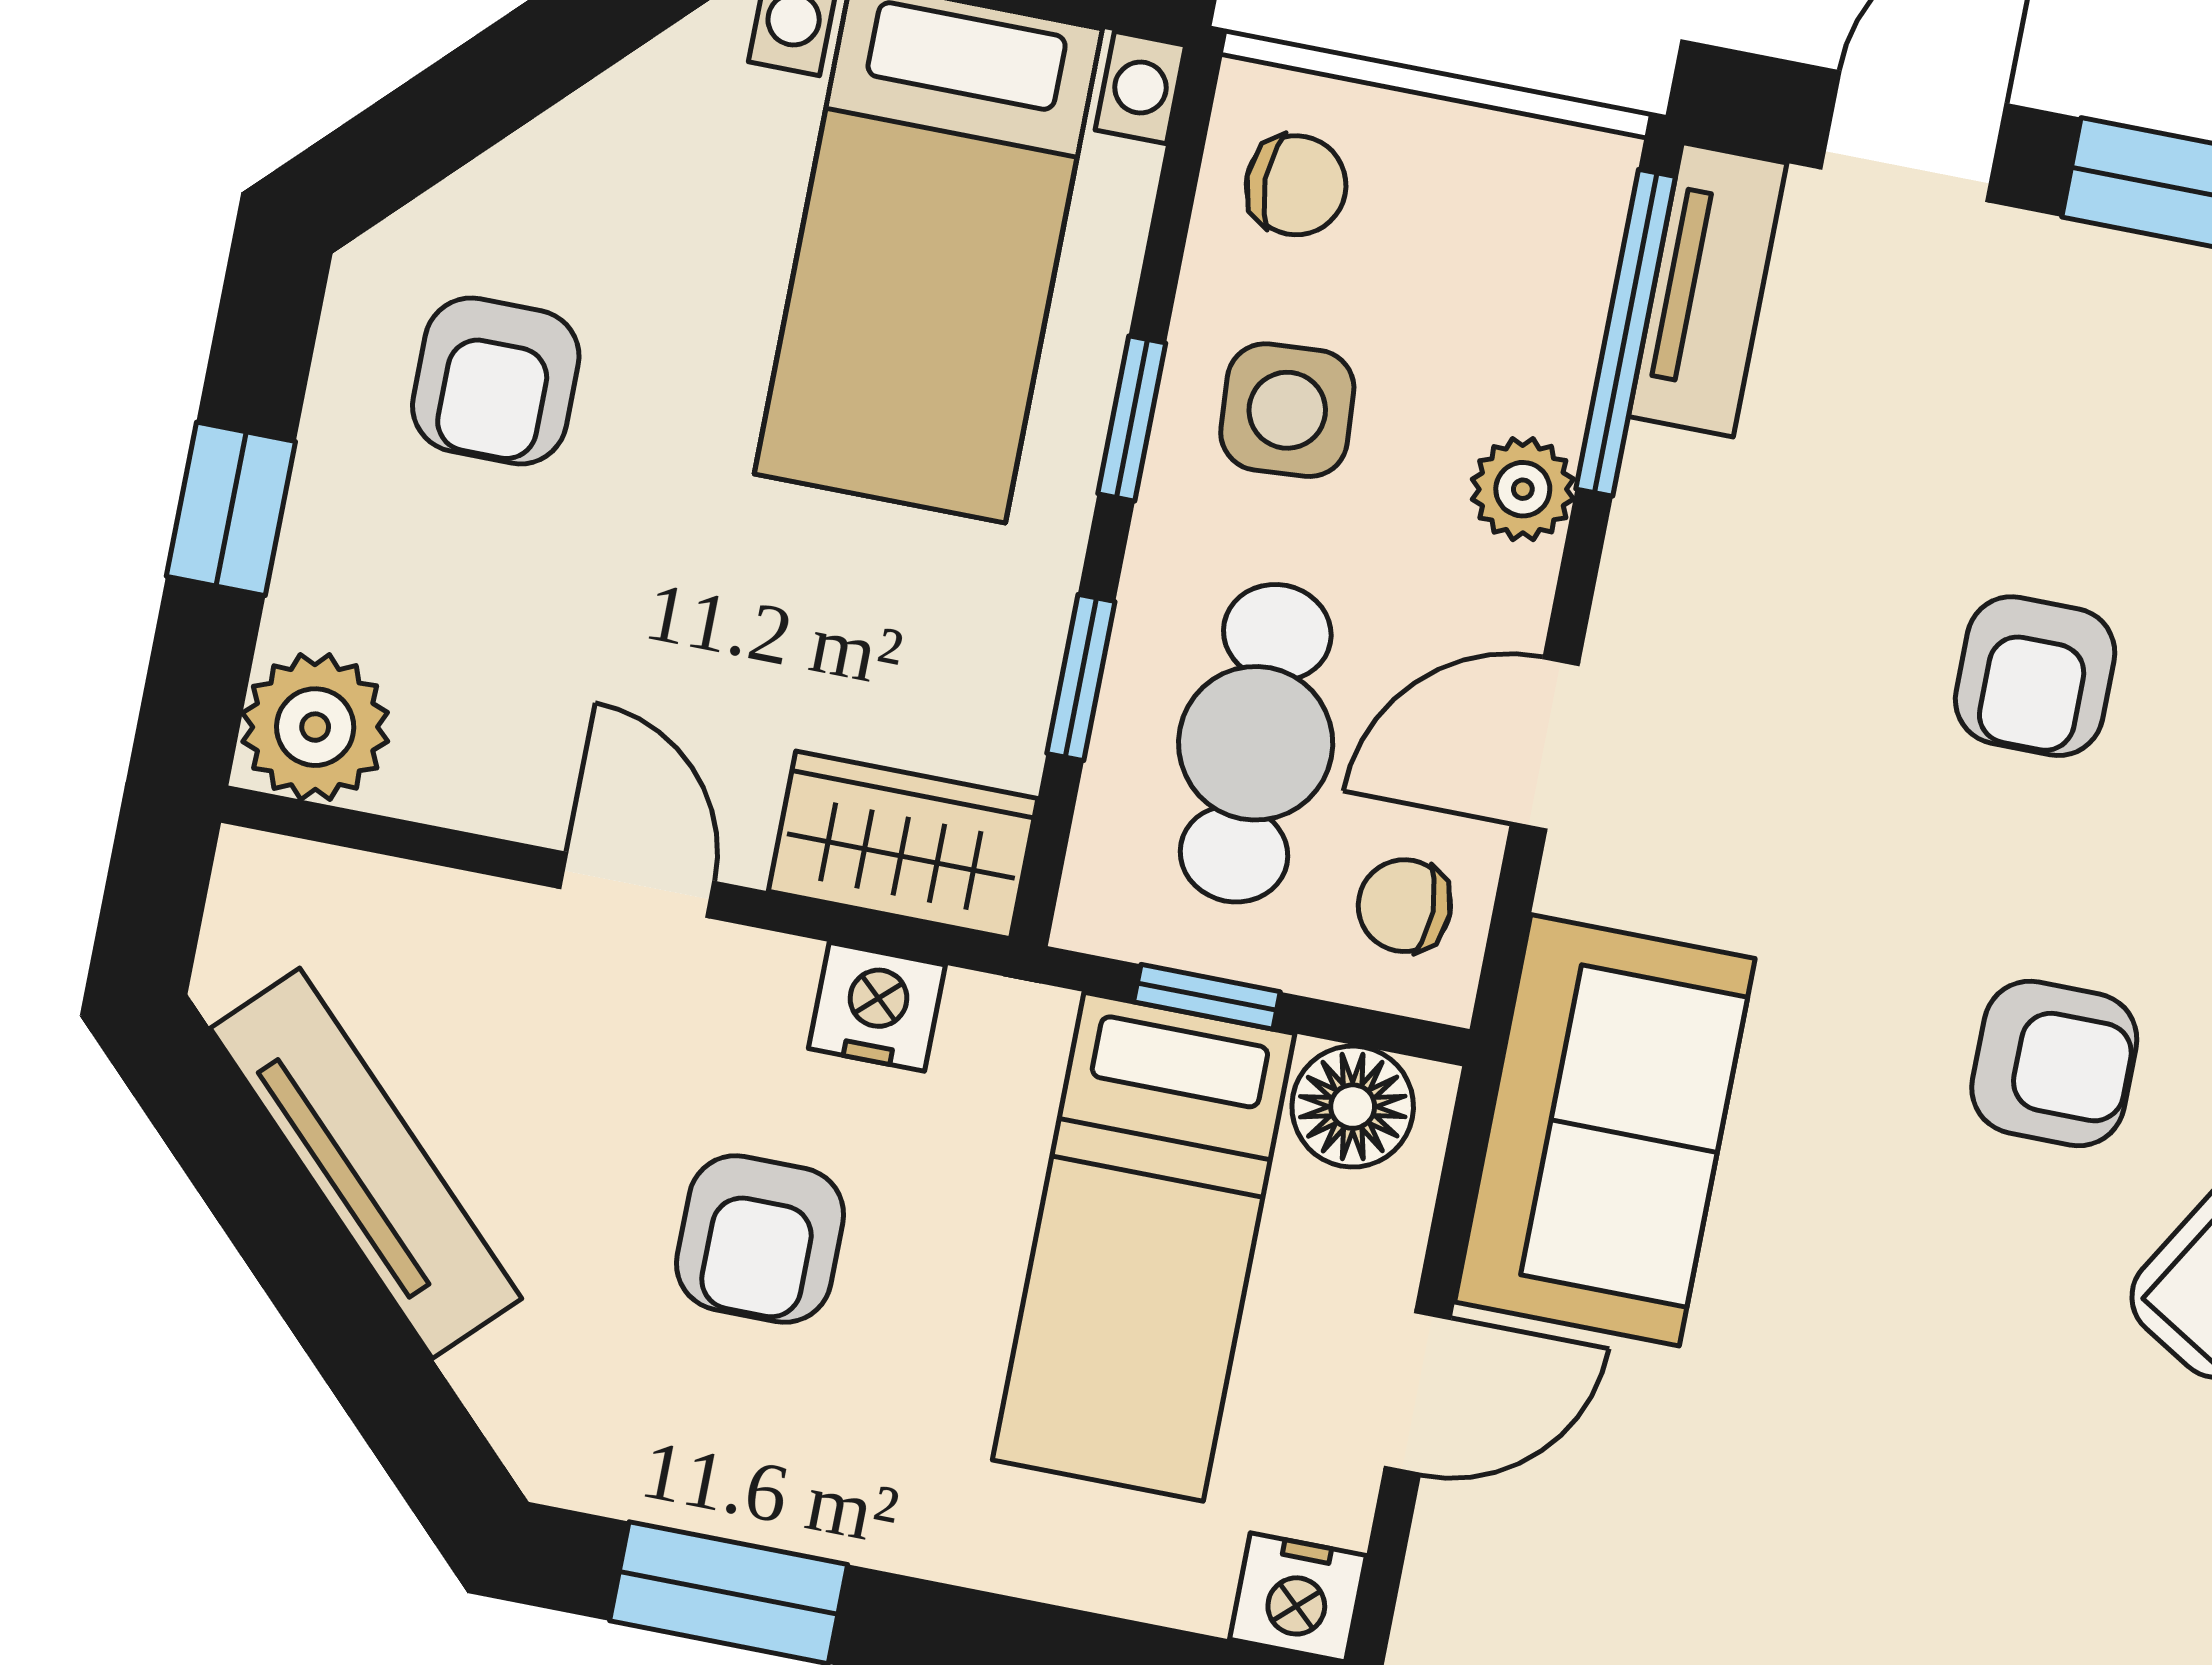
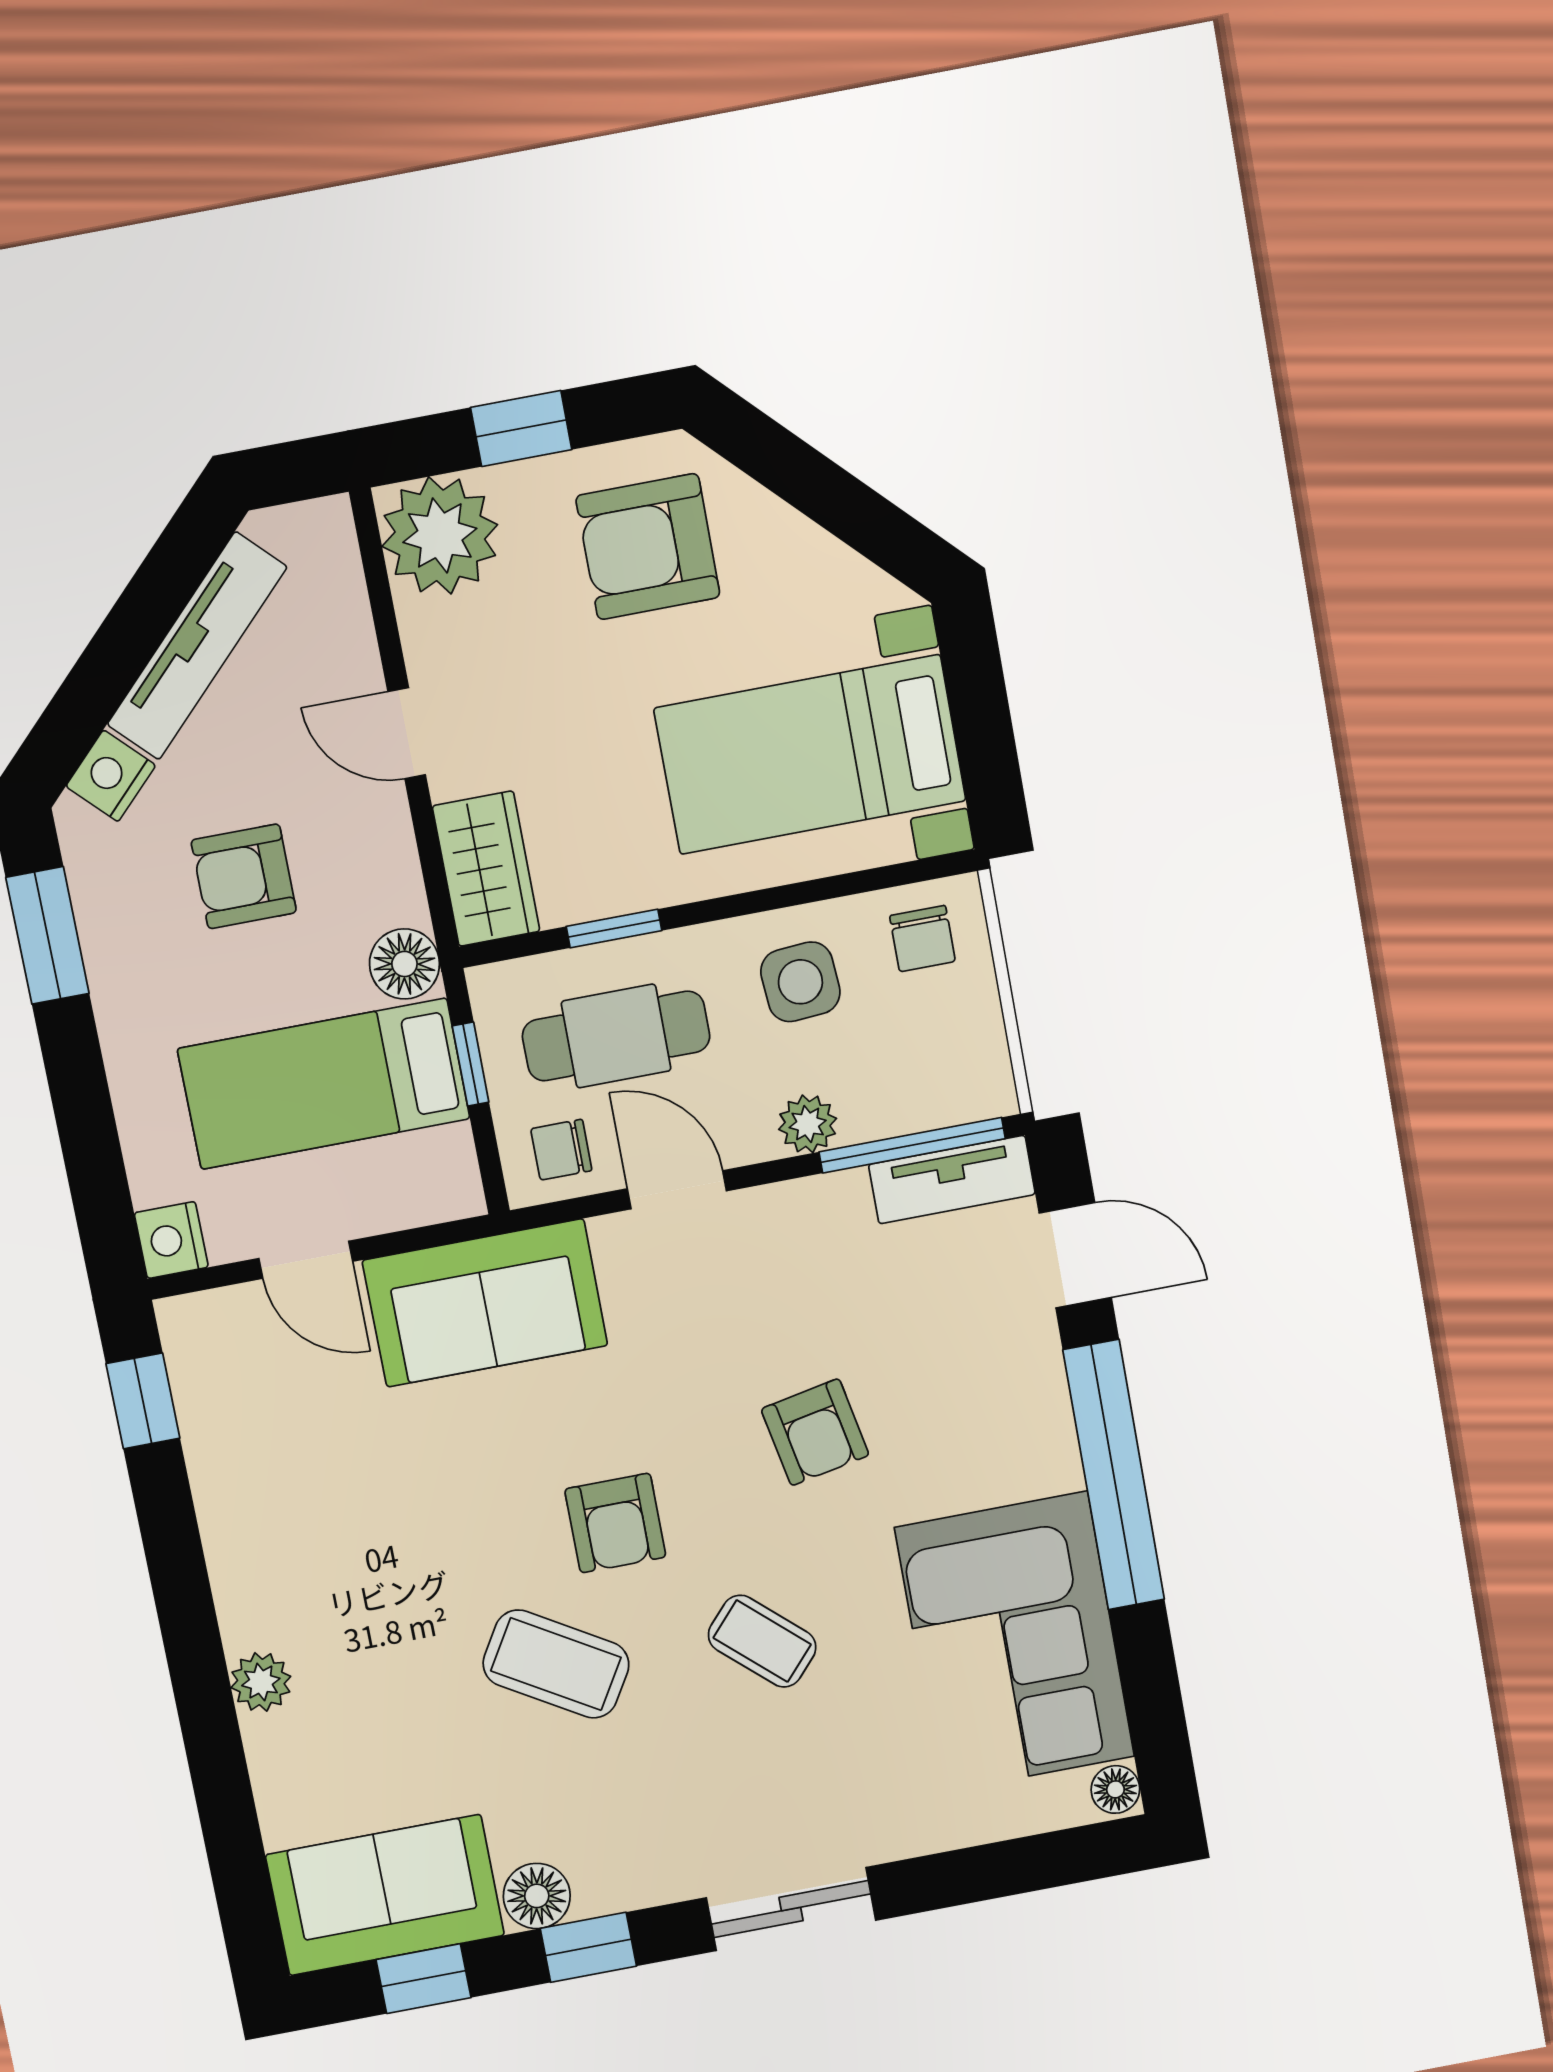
armchair: (496, 381) -> (648, 547), width x1.38, depth x1.38
window: (1132, 418) -> (763, 900), removed
armchair: (2035, 676) -> (815, 1432), turned -101
plant: (315, 727) -> (440, 535), width x1.36, depth x1.36
door: (637, 885) -> (407, 733), swing flipped
chair: (1404, 906) -> (561, 1150), turned -90
nightstand: (877, 1007) -> (111, 776), moved, turned -135
floor lamp: (1353, 1107) -> (404, 964), moved

